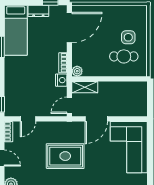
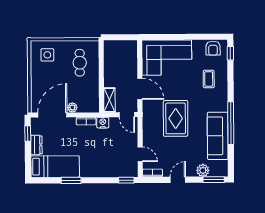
door: (69, 28) -> (52, 115), hinge flipped
side table: (128, 37) -> (47, 55), moved
plant: (77, 71) -> (72, 107), moved

